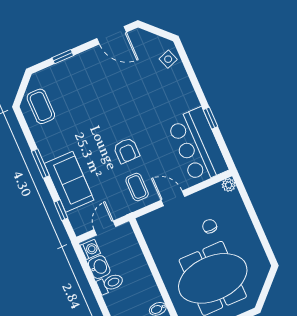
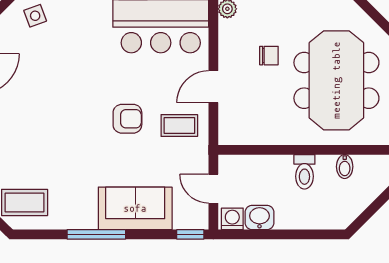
window: (40, 163) -> (96, 234), width x1.44
window: (61, 210) -> (190, 234), moved
chair: (210, 226) -> (269, 56), turned 180
toilet: (110, 283) -> (304, 172), moved, turned 180

